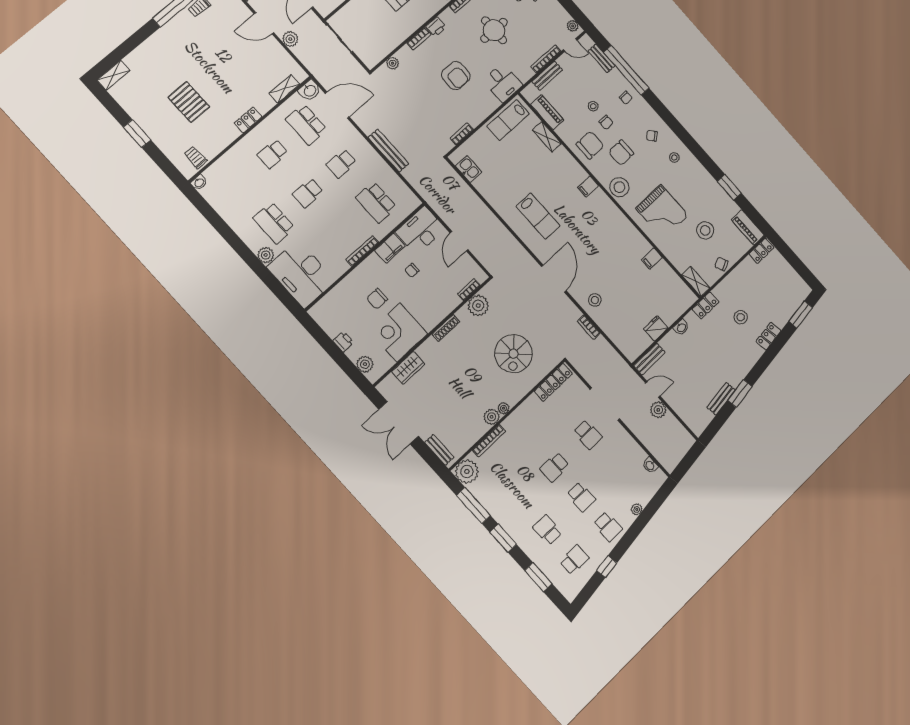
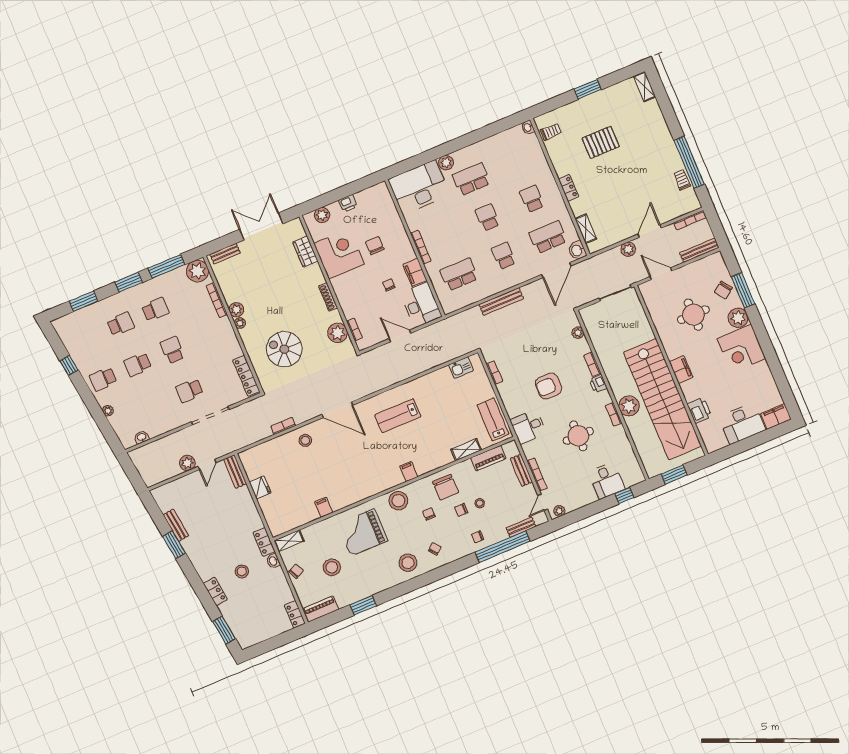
chair: (621, 153) -> (429, 514), width x0.54, depth x0.54
stool: (674, 158) -> (408, 563), width x1.89, depth x1.89
washbasin: (681, 327) -> (273, 561), moved
school desk: (574, 560) -> (155, 309), moved, turned -90

